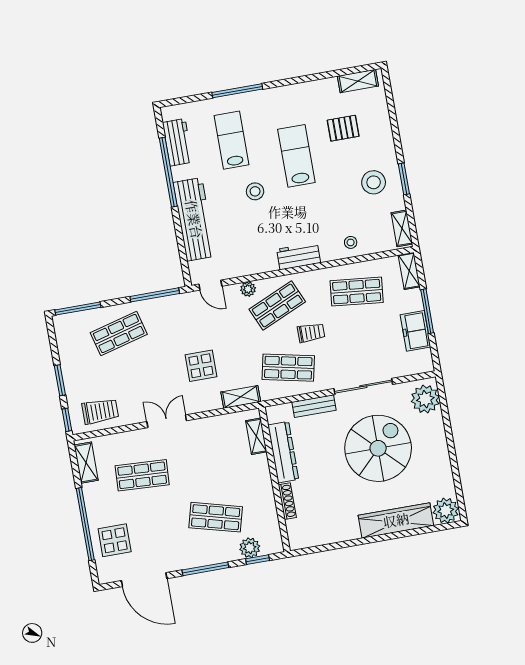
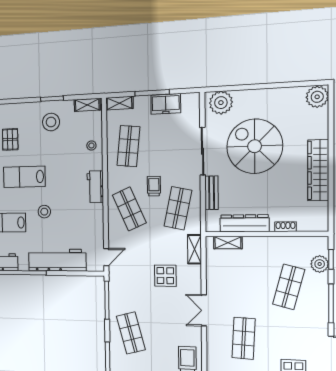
plant: (248, 289) -> (114, 229), removed
shoe rack: (287, 501) -> (285, 227), width x0.70
wardrobe: (396, 520) -> (318, 170), moved

